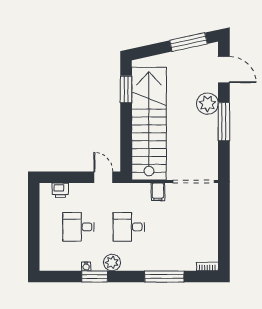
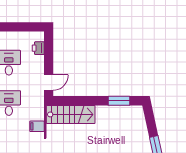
stairs: (149, 124) -> (71, 114), width x0.54, depth x0.66

